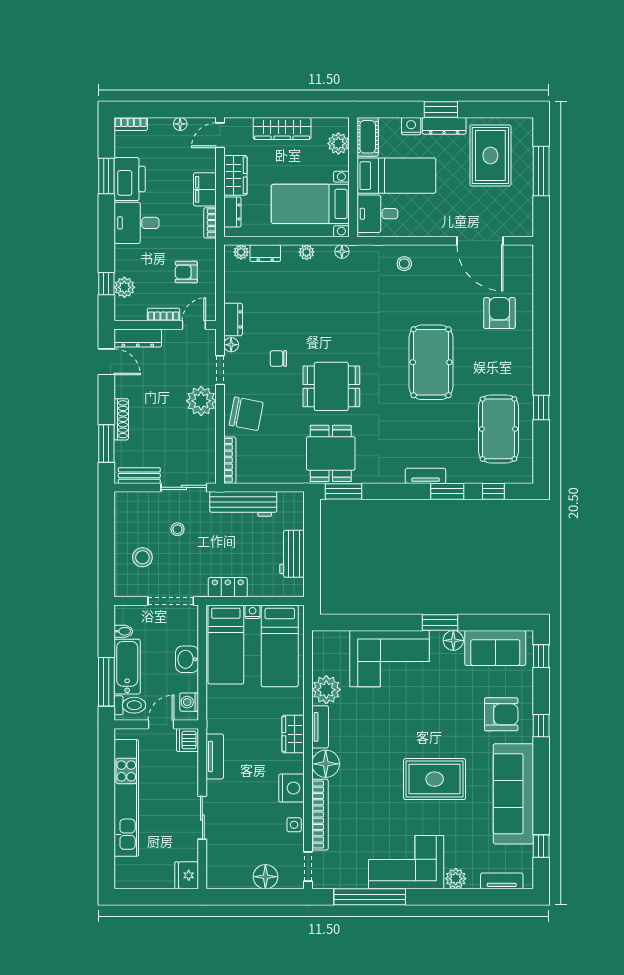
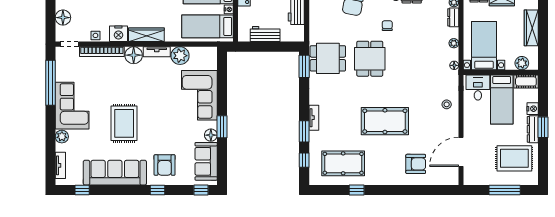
wardrobe: (293, 734) -> (146, 35), width x1.50

